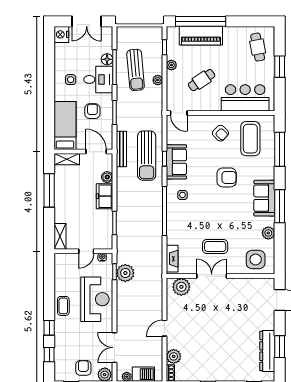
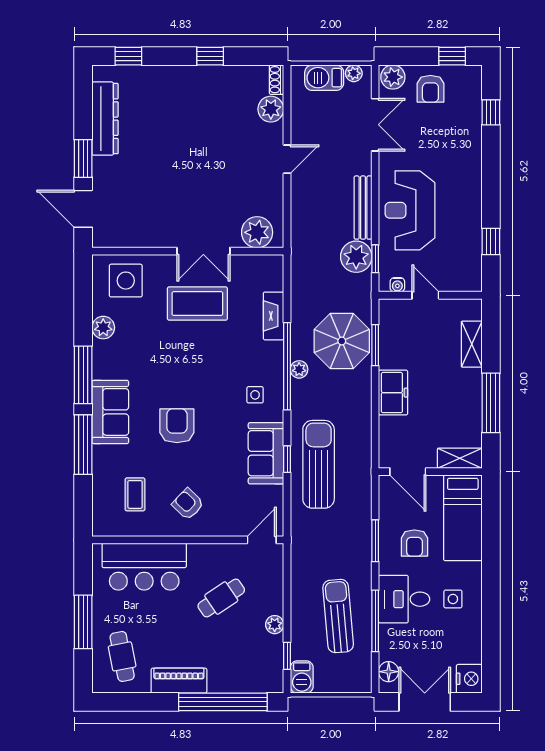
barbecue: (156, 35) -> (302, 677), added
piano: (201, 36) -> (179, 681), moved, width x0.73, depth x0.75
floor lamp: (107, 59) -> (389, 672), moved
window: (280, 67) -> (83, 622), width x1.44
plant: (158, 80) -> (299, 369), moved
door: (179, 113) -> (262, 540), hinge flipped
coffee table: (250, 139) -> (135, 494), width x0.54, depth x0.58
bench: (121, 149) -> (363, 208), moved
window: (280, 149) -> (83, 445), moved
boiler: (107, 177) -> (388, 426), removed
armchair: (227, 177) -> (177, 426), turned 90
sofa: (264, 198) -> (110, 412), moved
parasol: (133, 225) -> (342, 341), added
shelving: (60, 236) -> (472, 344), moved
coffee table: (215, 247) -> (197, 304), width x1.36, depth x1.32
door: (86, 251) -> (425, 295), hinge flipped
fireplace: (172, 259) -> (274, 316), moved
coffee table: (63, 306) -> (466, 198), removed
window: (49, 328) -> (491, 242), moved
window: (280, 347) -> (83, 158), moved

